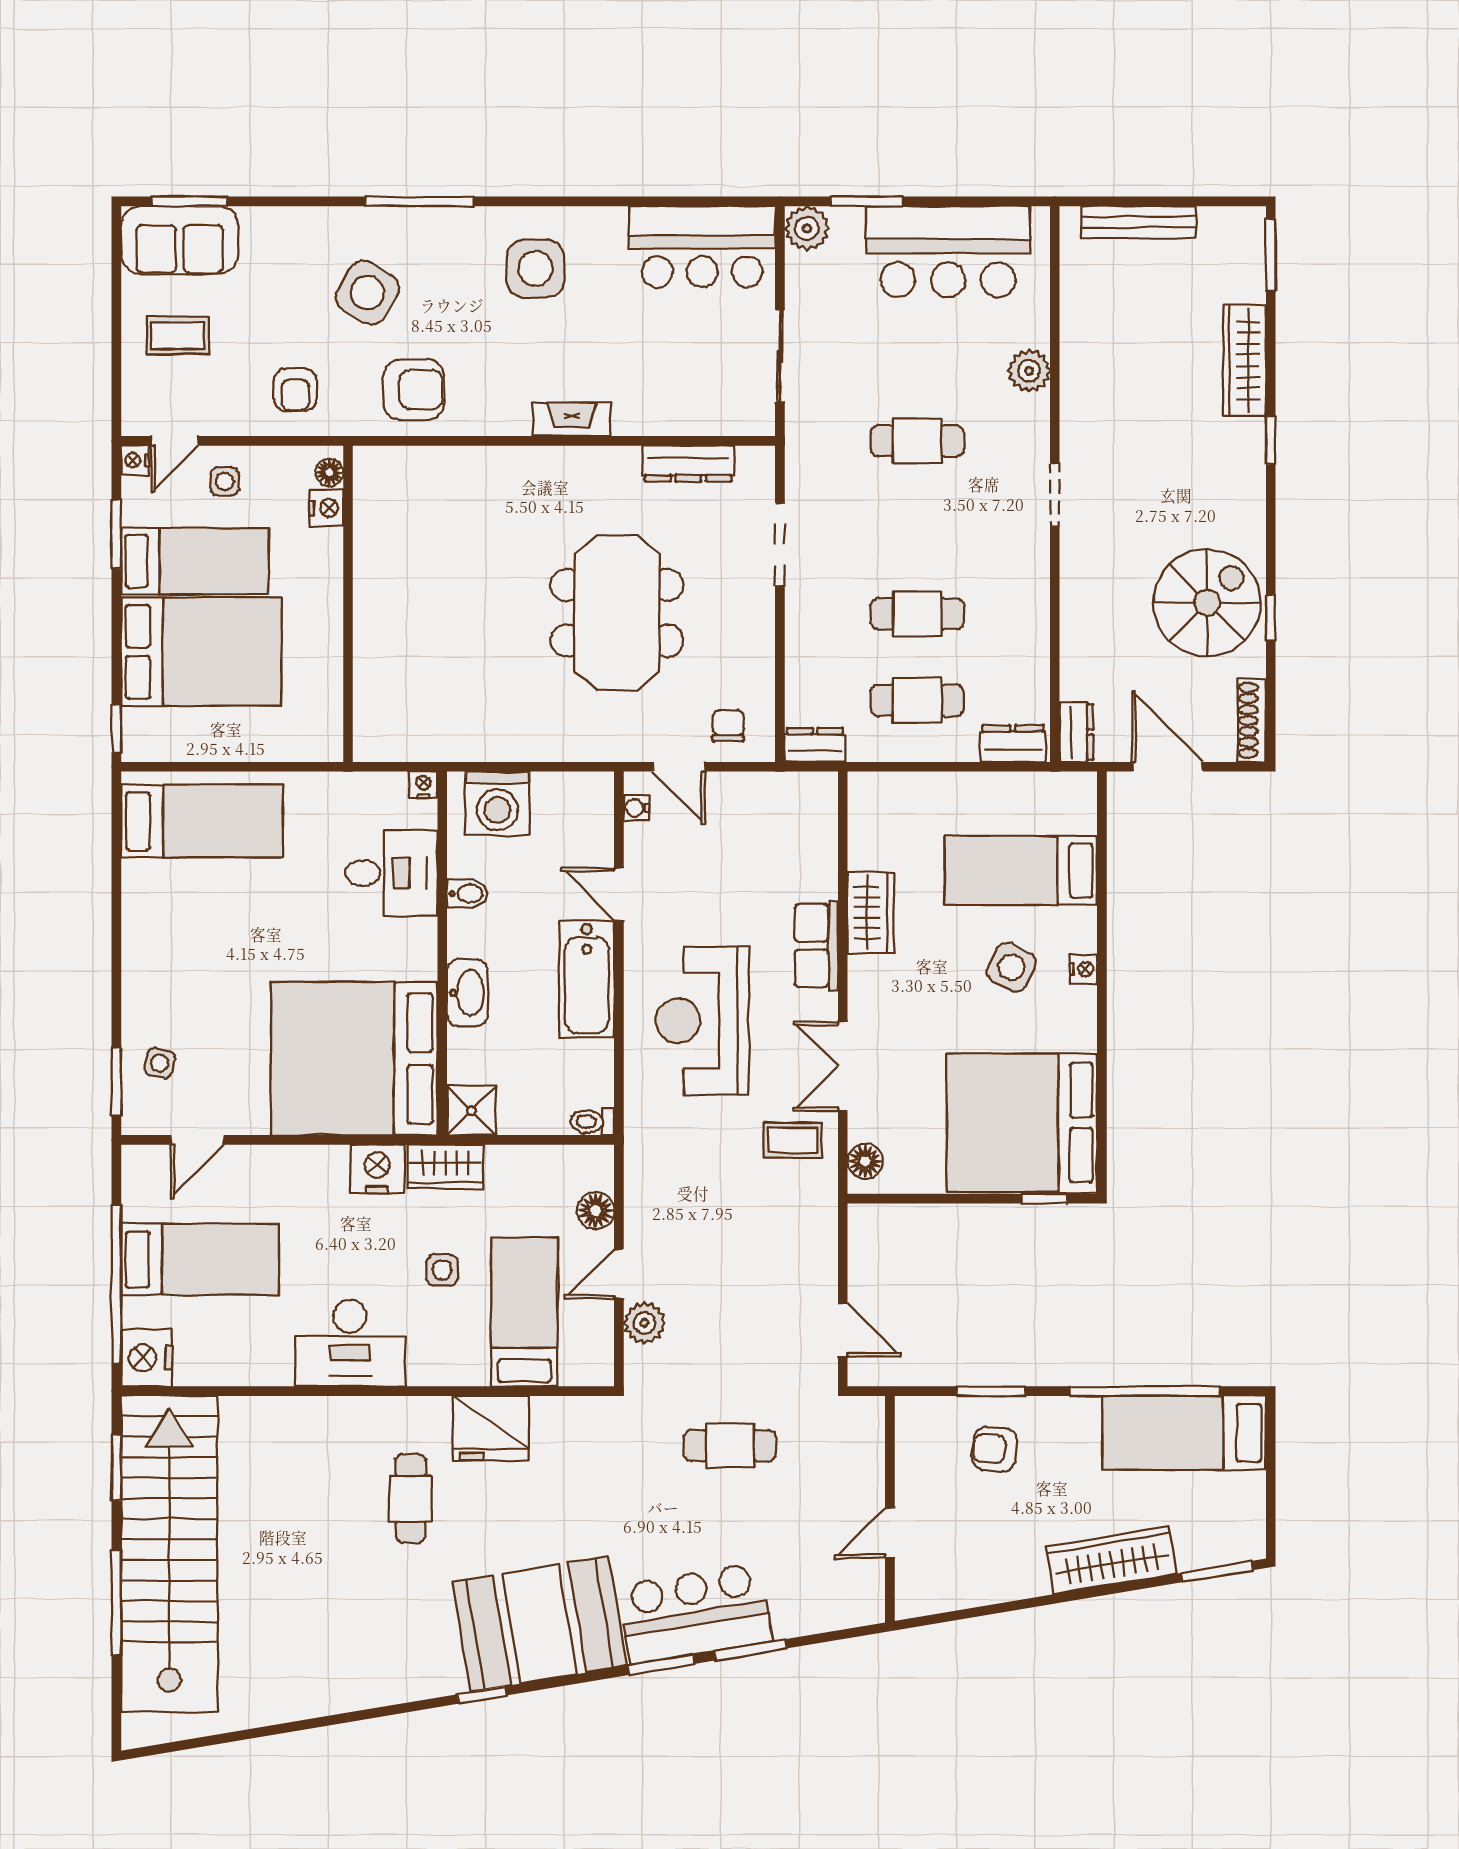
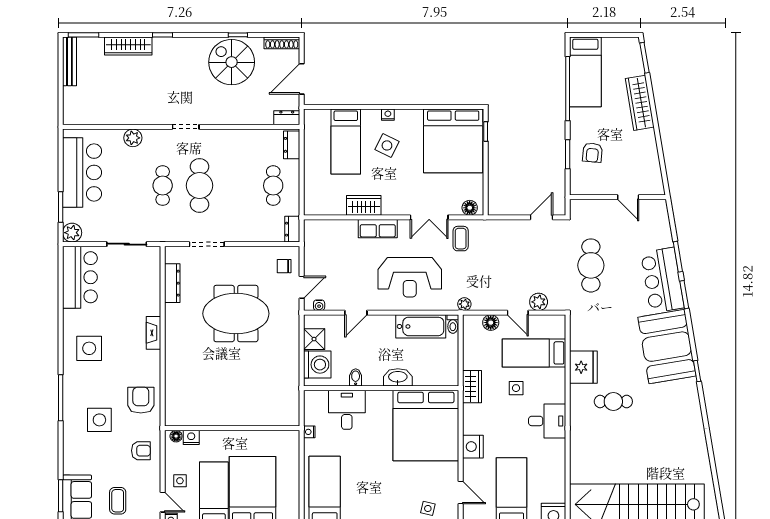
bench: (1138, 222) -> (69, 61), moved
side table: (367, 293) -> (99, 420), turned -30
cafe table: (917, 614) -> (199, 186), moved, width x1.37, depth x1.35
nightstand: (423, 785) -> (309, 432), moved
bathtub: (587, 979) -> (421, 326), moved
shower: (472, 1110) -> (314, 339), moved
plant: (639, 1149) -> (464, 304), added
nightstand: (377, 1169) -> (473, 447), moved
desk: (350, 1343) -> (547, 421), width x0.73
cafe table: (730, 1446) -> (591, 265), width x1.37, depth x1.35

